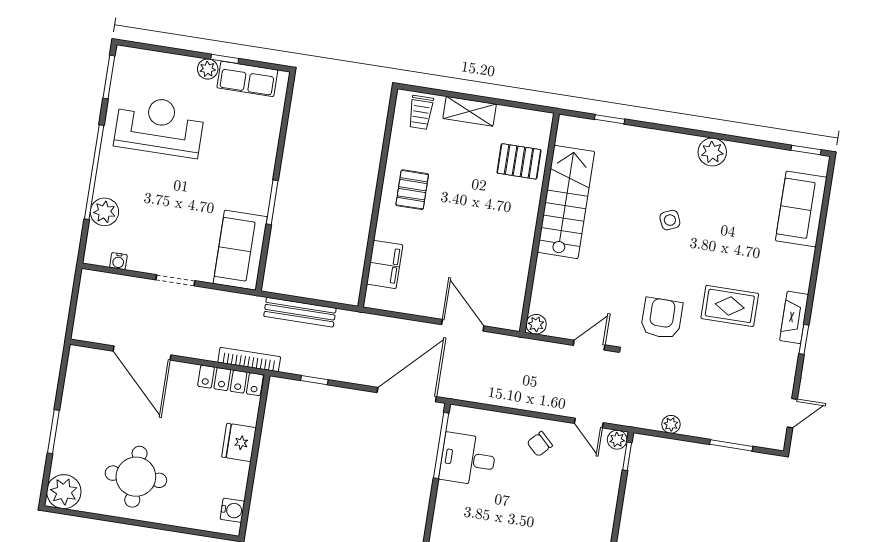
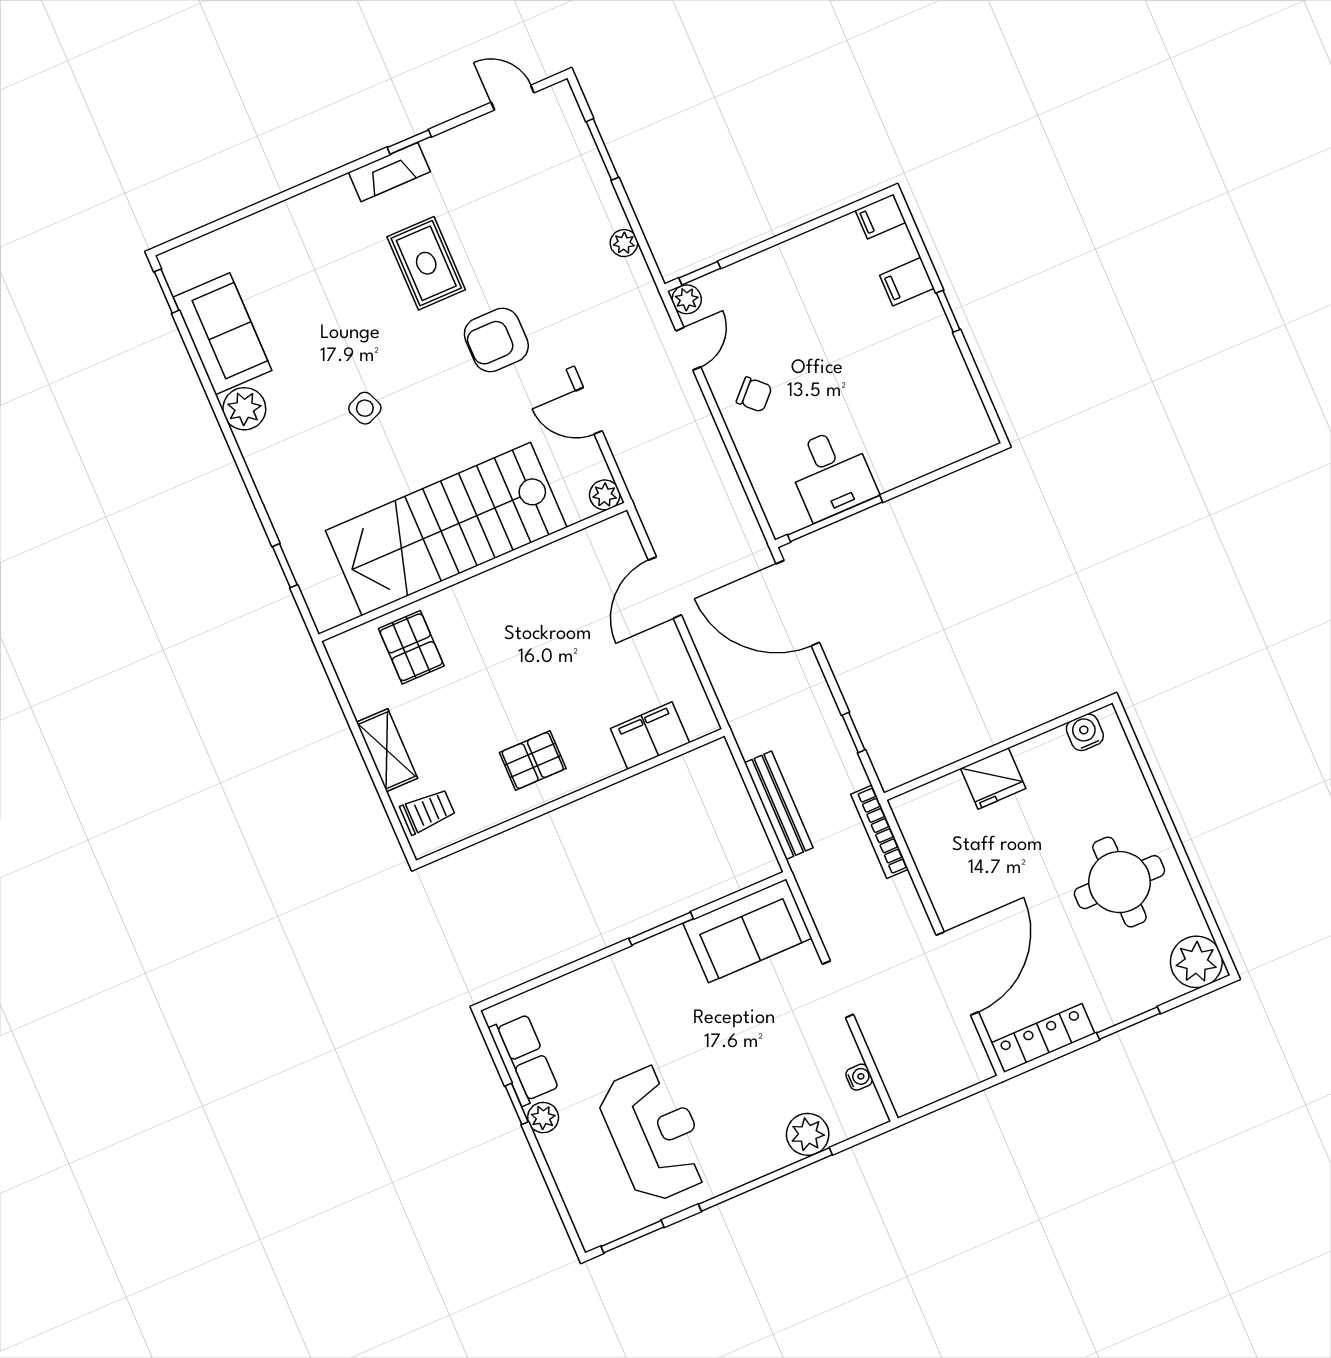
reception desk: (159, 126) -> (655, 1133), turned 180
stairs: (566, 202) -> (446, 529), width x1.36, depth x1.51
sofa: (801, 209) -> (222, 334), moved, turned -90
locker: (230, 380) -> (1043, 1038), moved, turned -90

